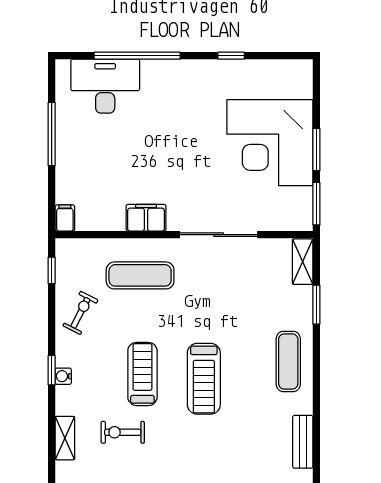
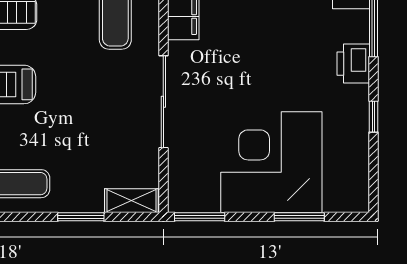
printer: (186, 73) -> (353, 64), added
window: (316, 150) -> (299, 217), moved

